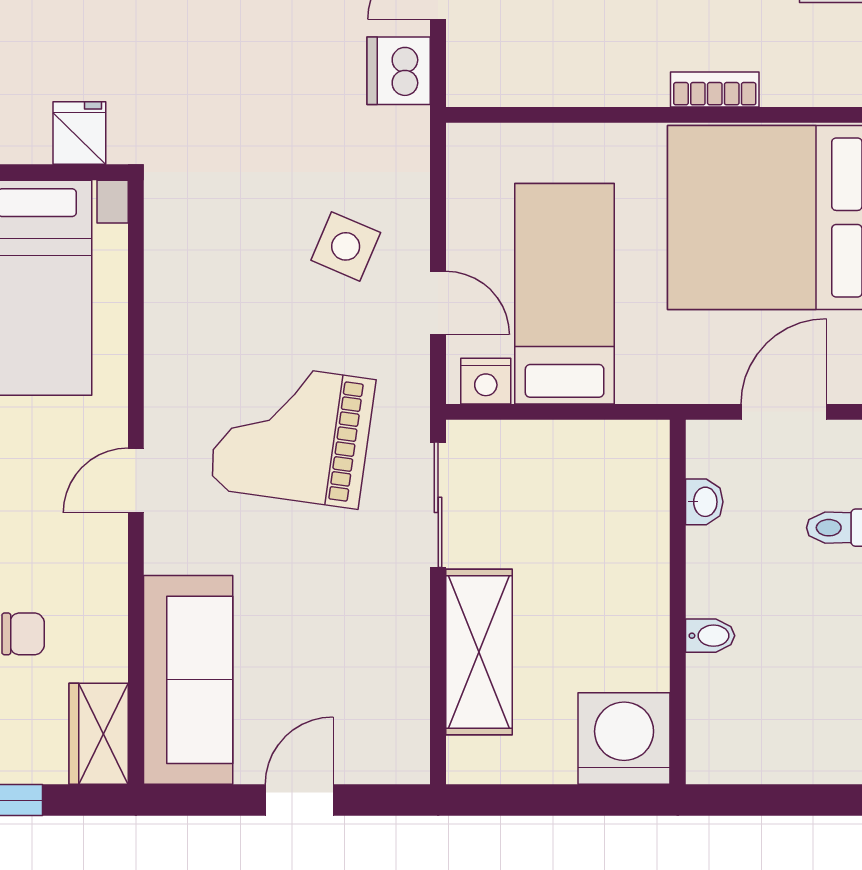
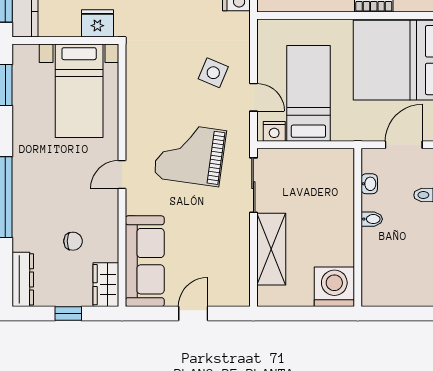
fridge: (79, 133) -> (97, 23), width x1.38
bidet: (710, 636) -> (372, 219), moved

